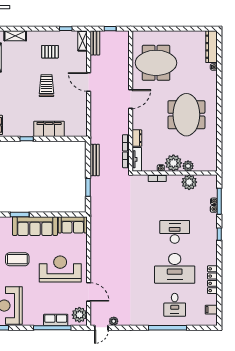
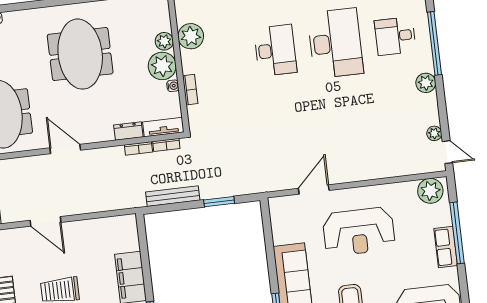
door: (89, 82) -> (45, 221), hinge flipped
meeting table: (186, 115) -> (80, 54), turned 90
sofa: (73, 225) -> (284, 220), removed
desk: (175, 232) -> (275, 50), turned 180
reception desk: (60, 269) -> (359, 232), turned -90
door: (89, 292) -> (314, 189), moved
desk: (175, 305) -> (395, 36), turned 180
row of seats: (56, 320) -> (446, 247), moved
plant: (144, 320) -> (426, 83), added

